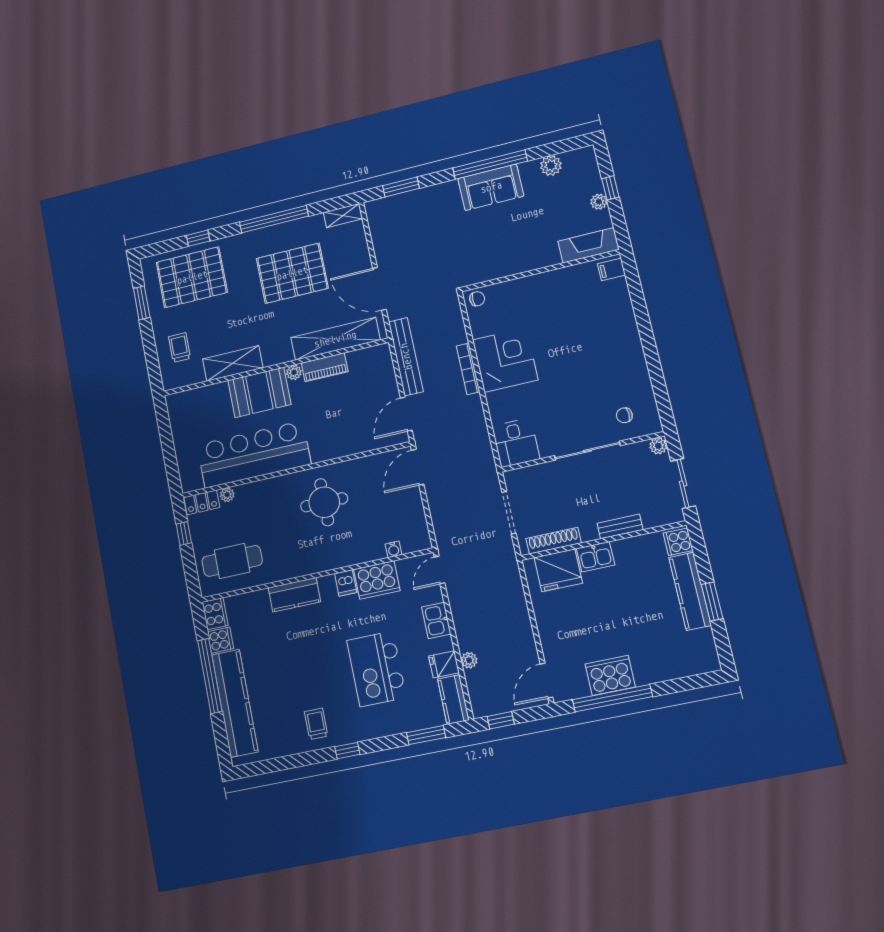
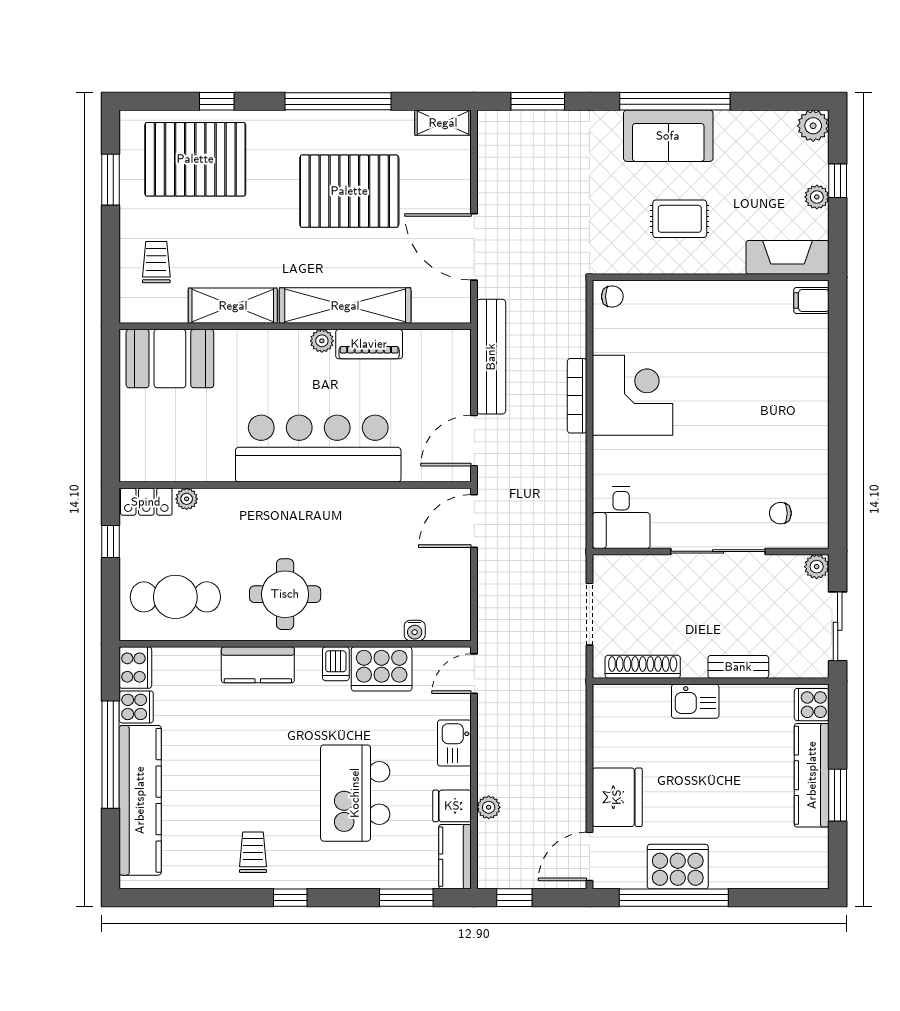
plant: (551, 166) -> (813, 126), moved
rug: (510, 238) -> (680, 219), added
shelving: (335, 339) -> (345, 306), moved
booth: (259, 392) -> (170, 359), moved
bar counter: (254, 454) -> (318, 449), moved
round table: (324, 502) -> (285, 594), moved
fridge: (558, 570) -> (617, 797), moved, turned -90

